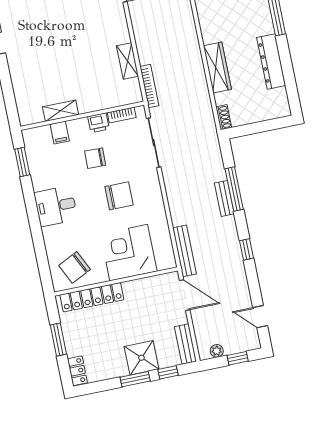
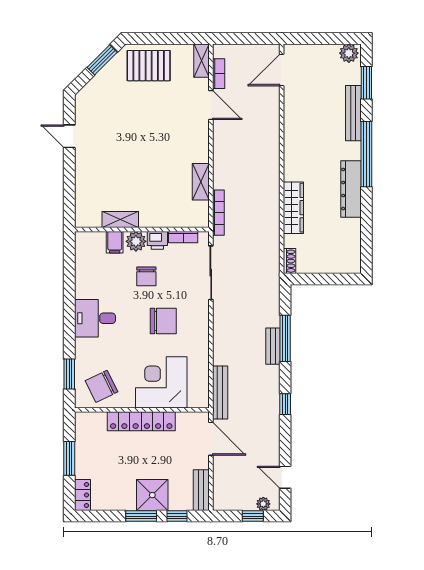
dresser: (271, 62) -> (351, 189), moved
plant: (79, 128) -> (136, 241), added
chair: (95, 158) -> (146, 276), turned -91
window: (22, 162) -> (69, 374), moved
locker: (92, 297) -> (141, 421), moved
plant: (217, 351) -> (263, 504), moved

